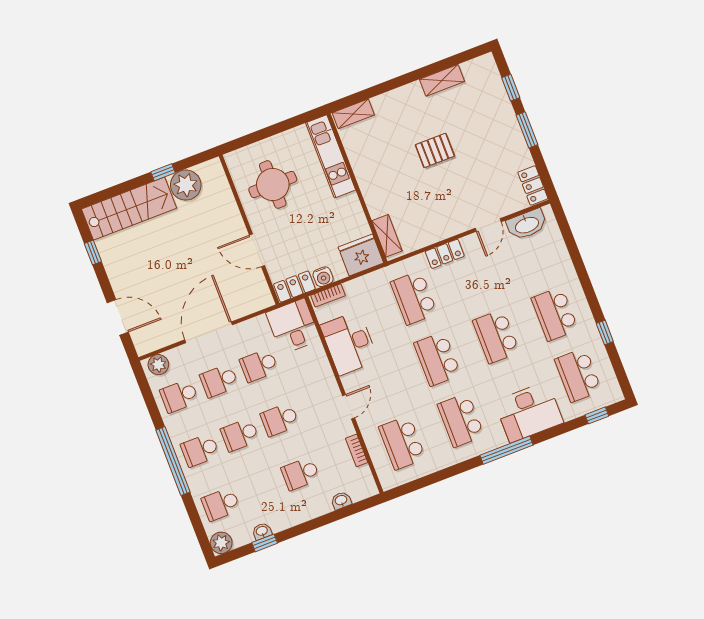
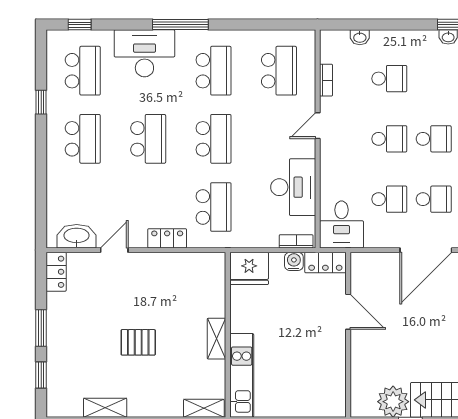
round table: (273, 184) -> (308, 370), removed
shelving: (387, 236) -> (217, 339), moved

